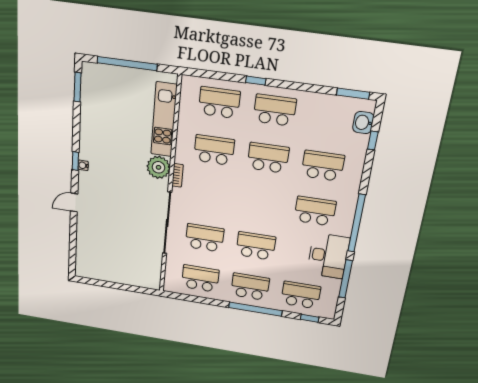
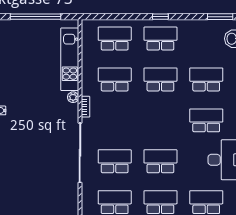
window: (256, 81) -> (160, 17), moved
plant: (158, 167) -> (73, 97), width x0.53, depth x0.53

